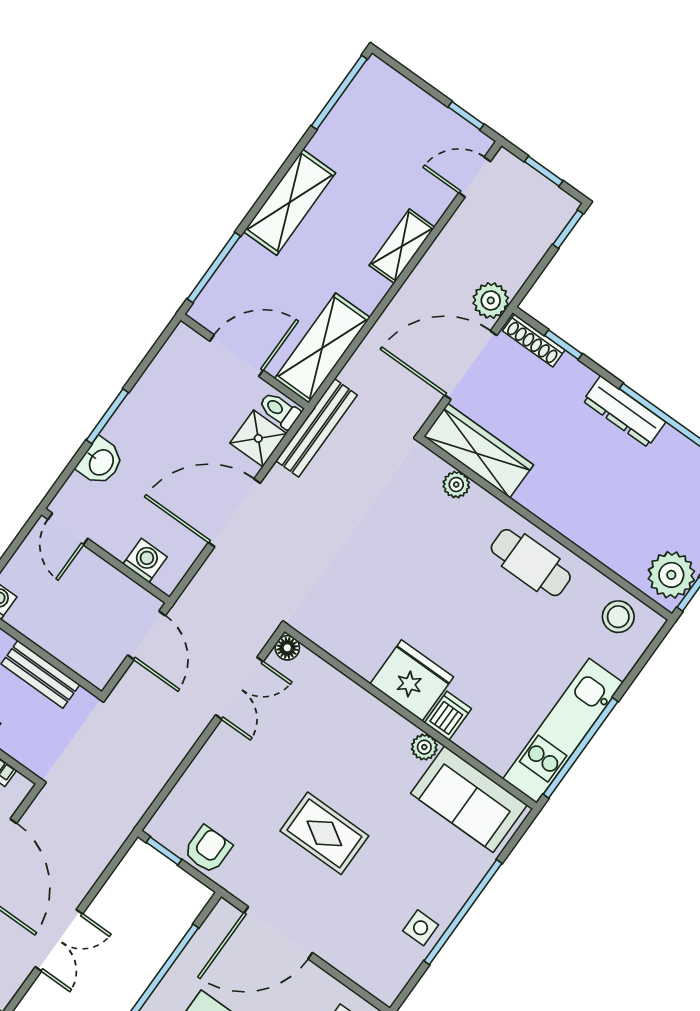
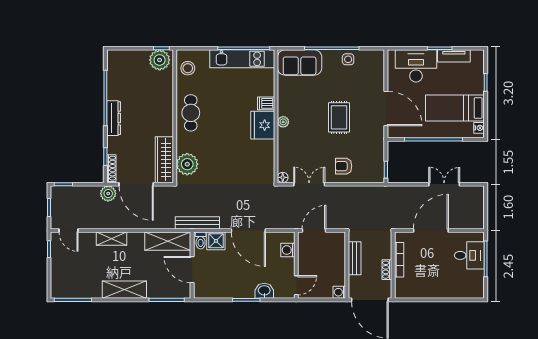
plant: (456, 485) -> (187, 164), width x1.87, depth x1.87
plant: (424, 747) -> (283, 122), moved
sofa: (469, 799) -> (300, 63), moved, turned 90
armchair: (208, 849) -> (344, 166), moved

